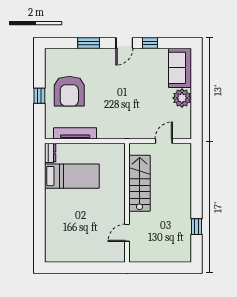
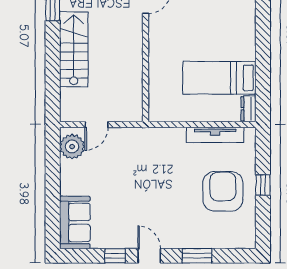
door: (124, 43) -> (149, 256), hinge flipped
plant: (182, 98) -> (72, 147), moved
stairs: (140, 183) -> (74, 49), moved, turned 180

